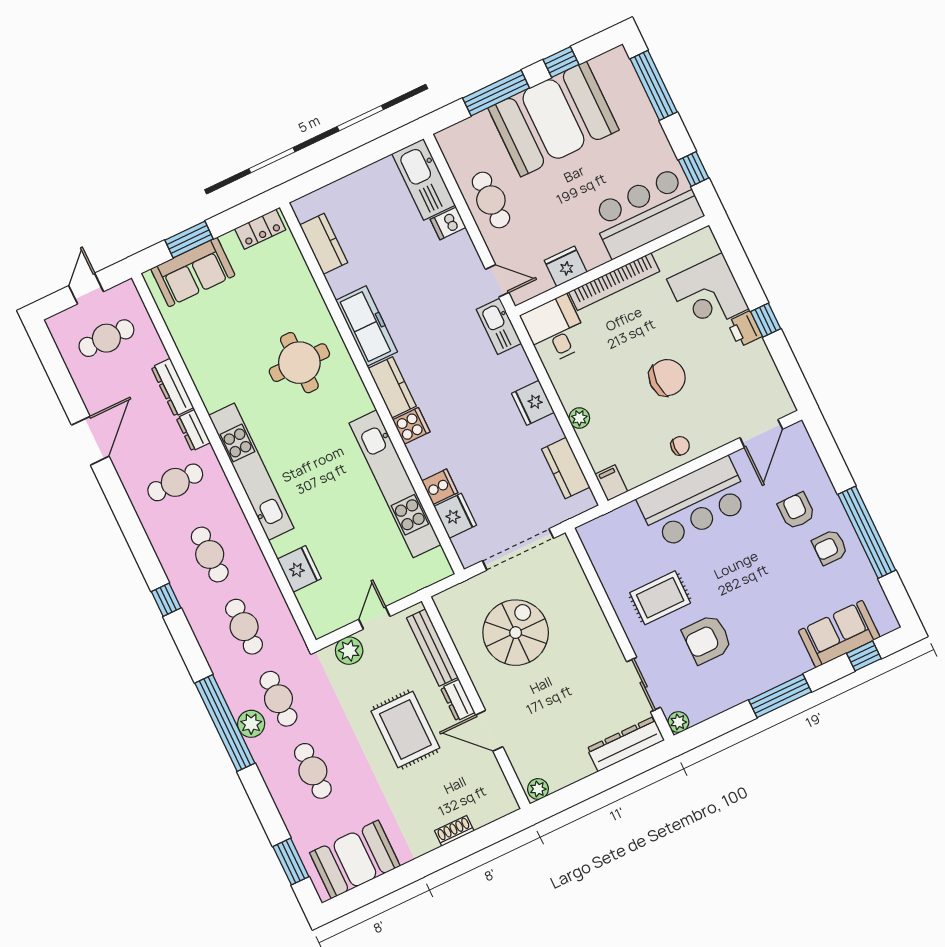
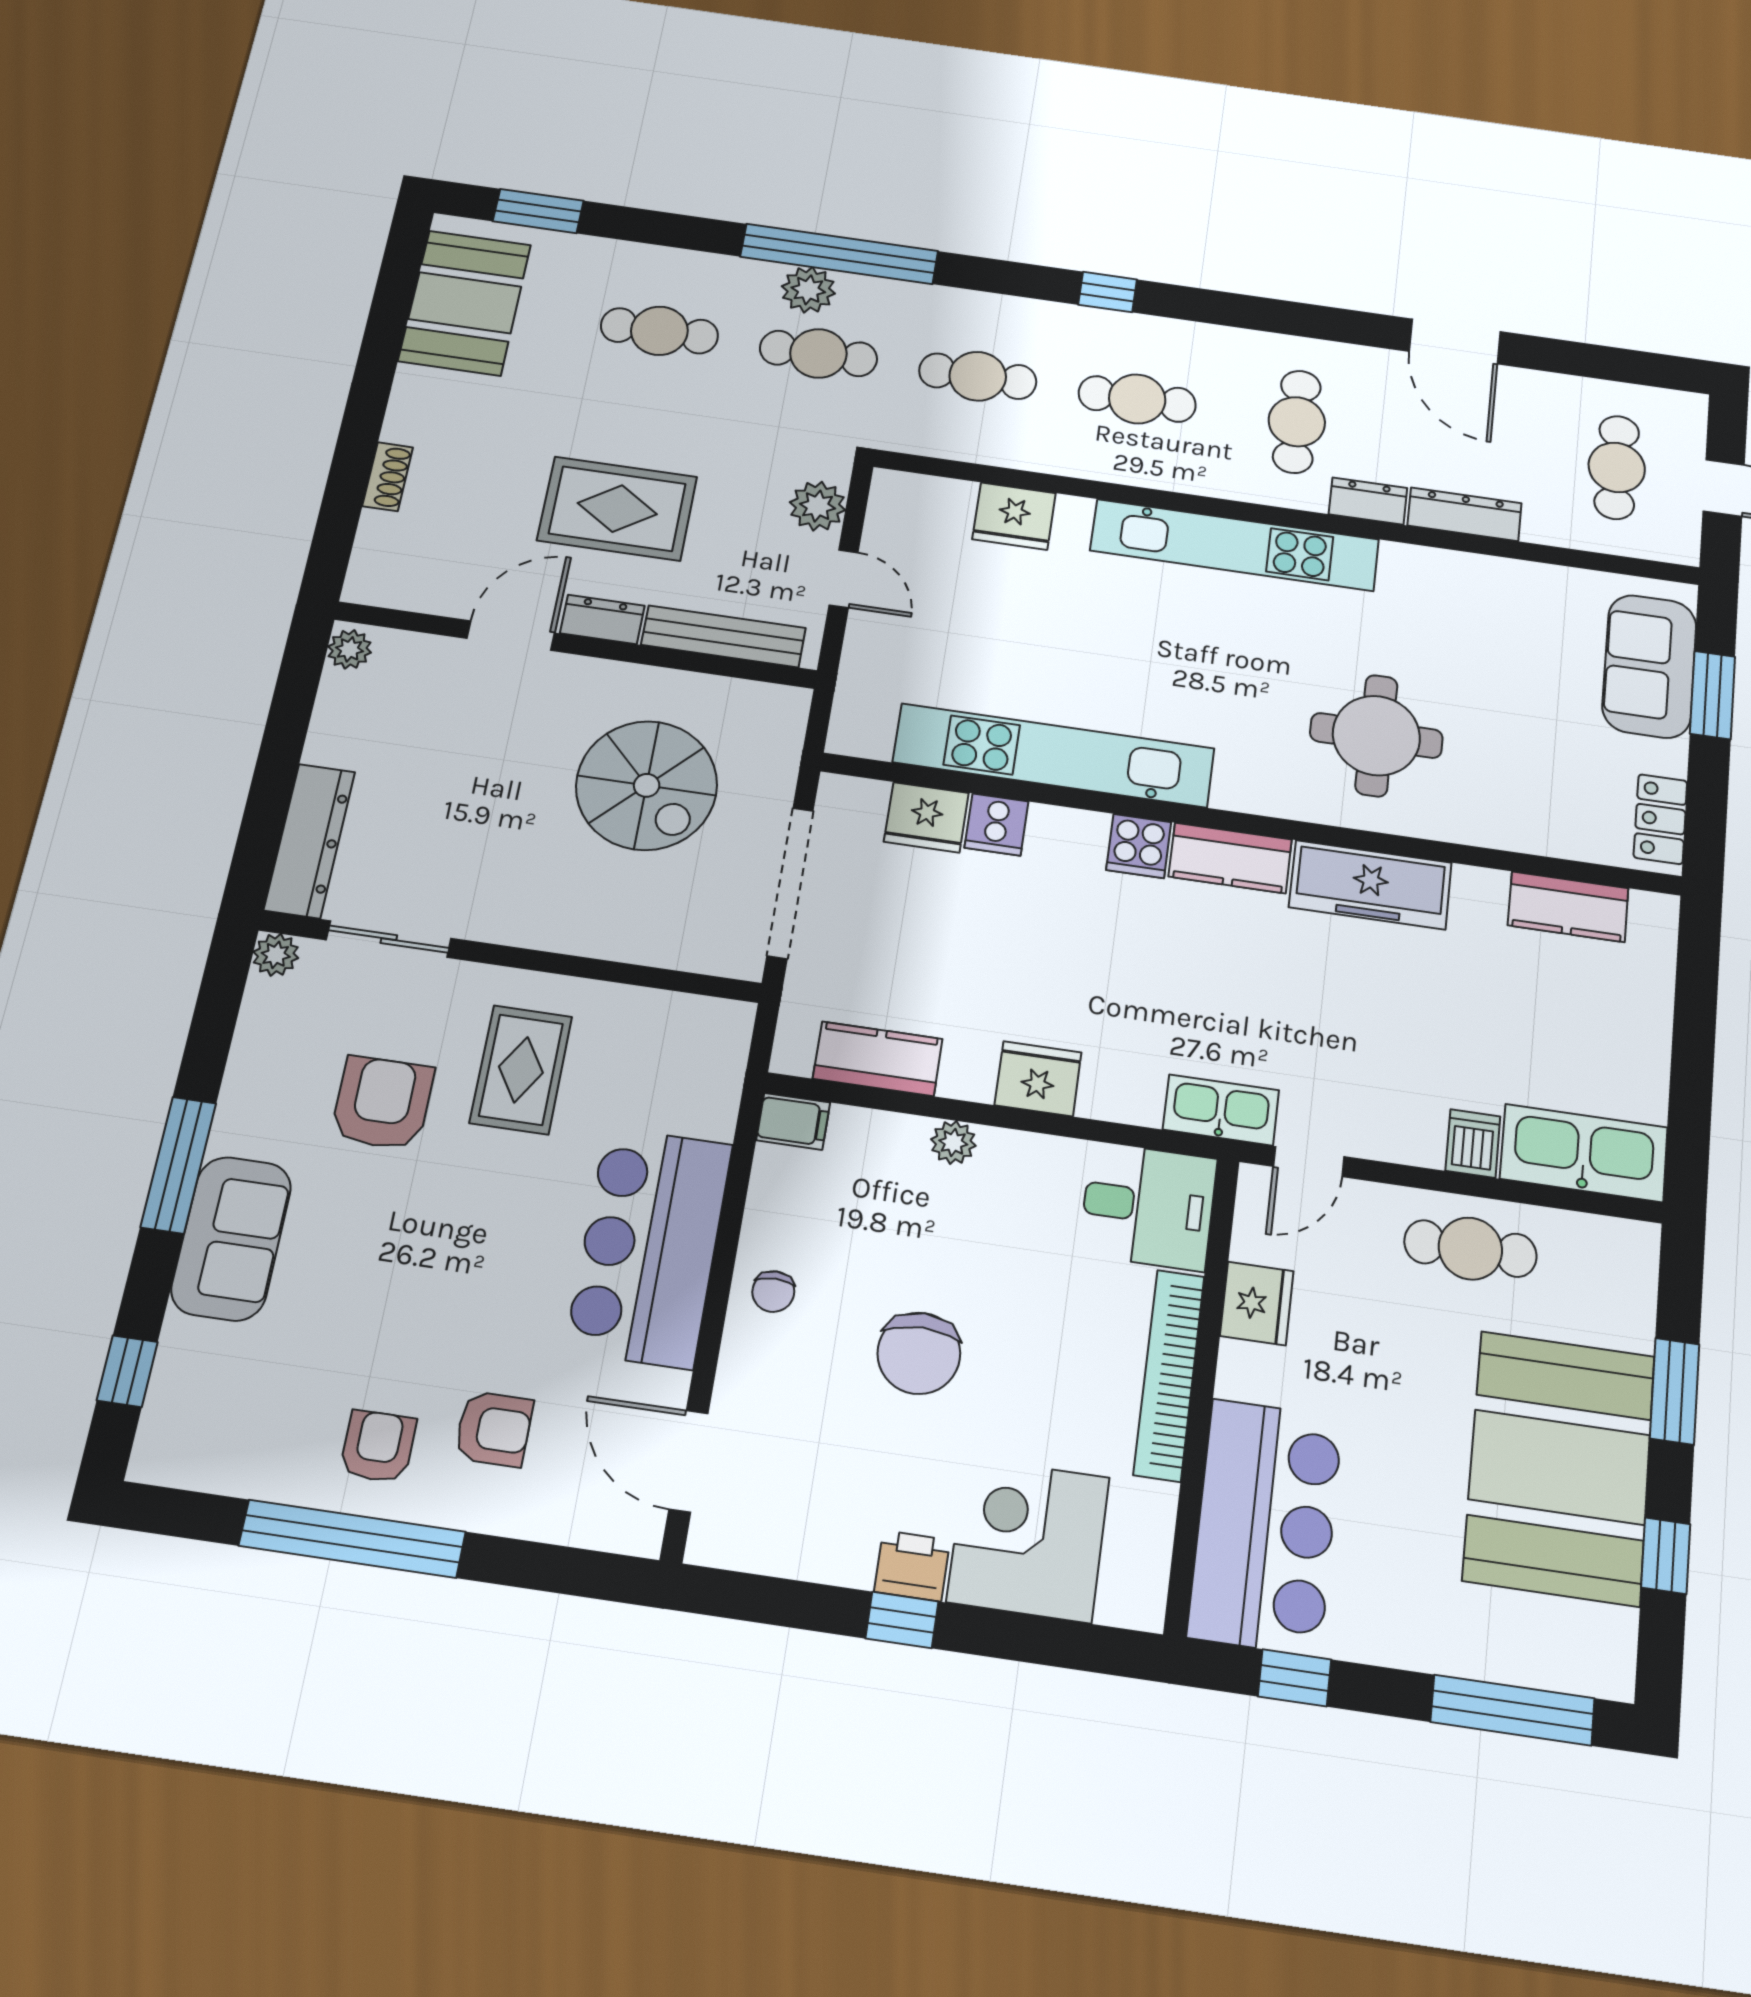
window: (496, 93) -> (1675, 1391), width x0.69
sofa: (839, 634) -> (231, 1238), moved

